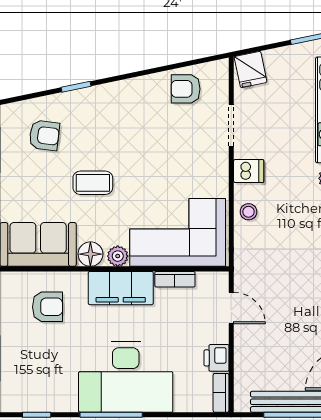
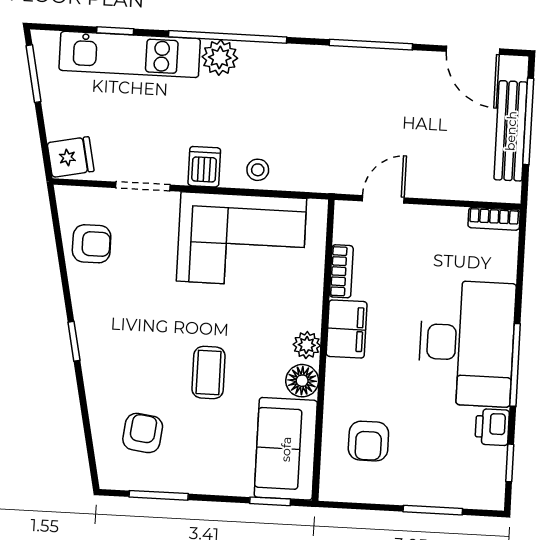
window: (76, 87) -> (74, 341), moved
armchair: (186, 89) -> (92, 244), turned -90
corner sofa: (178, 232) -> (241, 240), moved, turned -90
filing cabinet: (121, 288) -> (347, 329), width x0.67, depth x0.86
armchair: (47, 307) -> (368, 441), turned 180
printer: (216, 358) -> (492, 427), moved, turned 90

